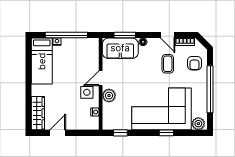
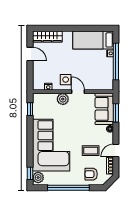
window: (166, 133) -> (30, 173), moved

